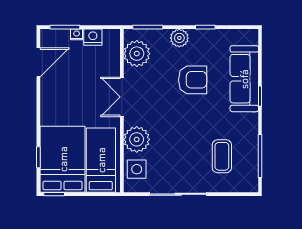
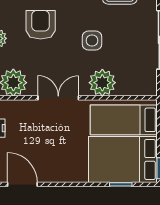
double door: (122, 97) -> (58, 98), swing flipped
side table: (137, 169) -> (92, 40), moved

